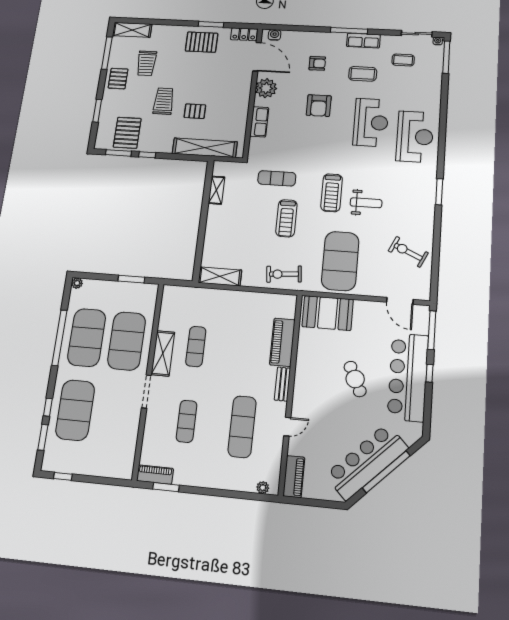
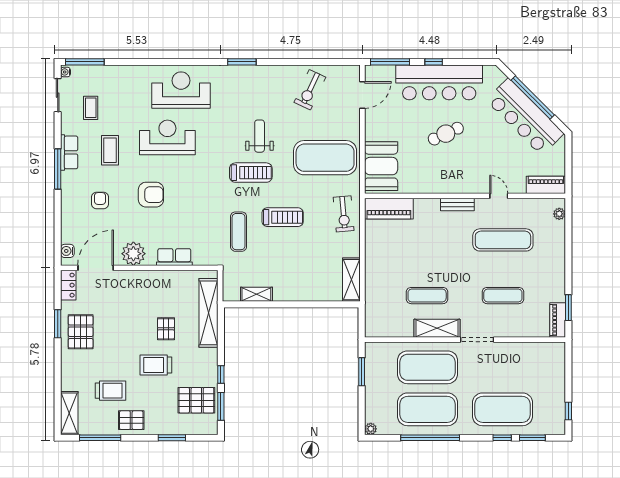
piano: (282, 342) -> (389, 209), moved

